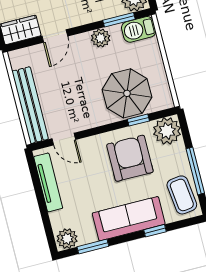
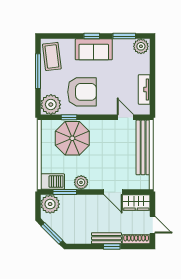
door: (55, 36) -> (113, 192), swing flipped
armchair: (130, 158) -> (82, 92), turned -90
tv unit: (48, 182) -> (144, 89), width x0.71
sofa: (129, 219) -> (94, 49), width x0.73
window: (155, 231) -> (92, 36), moved

